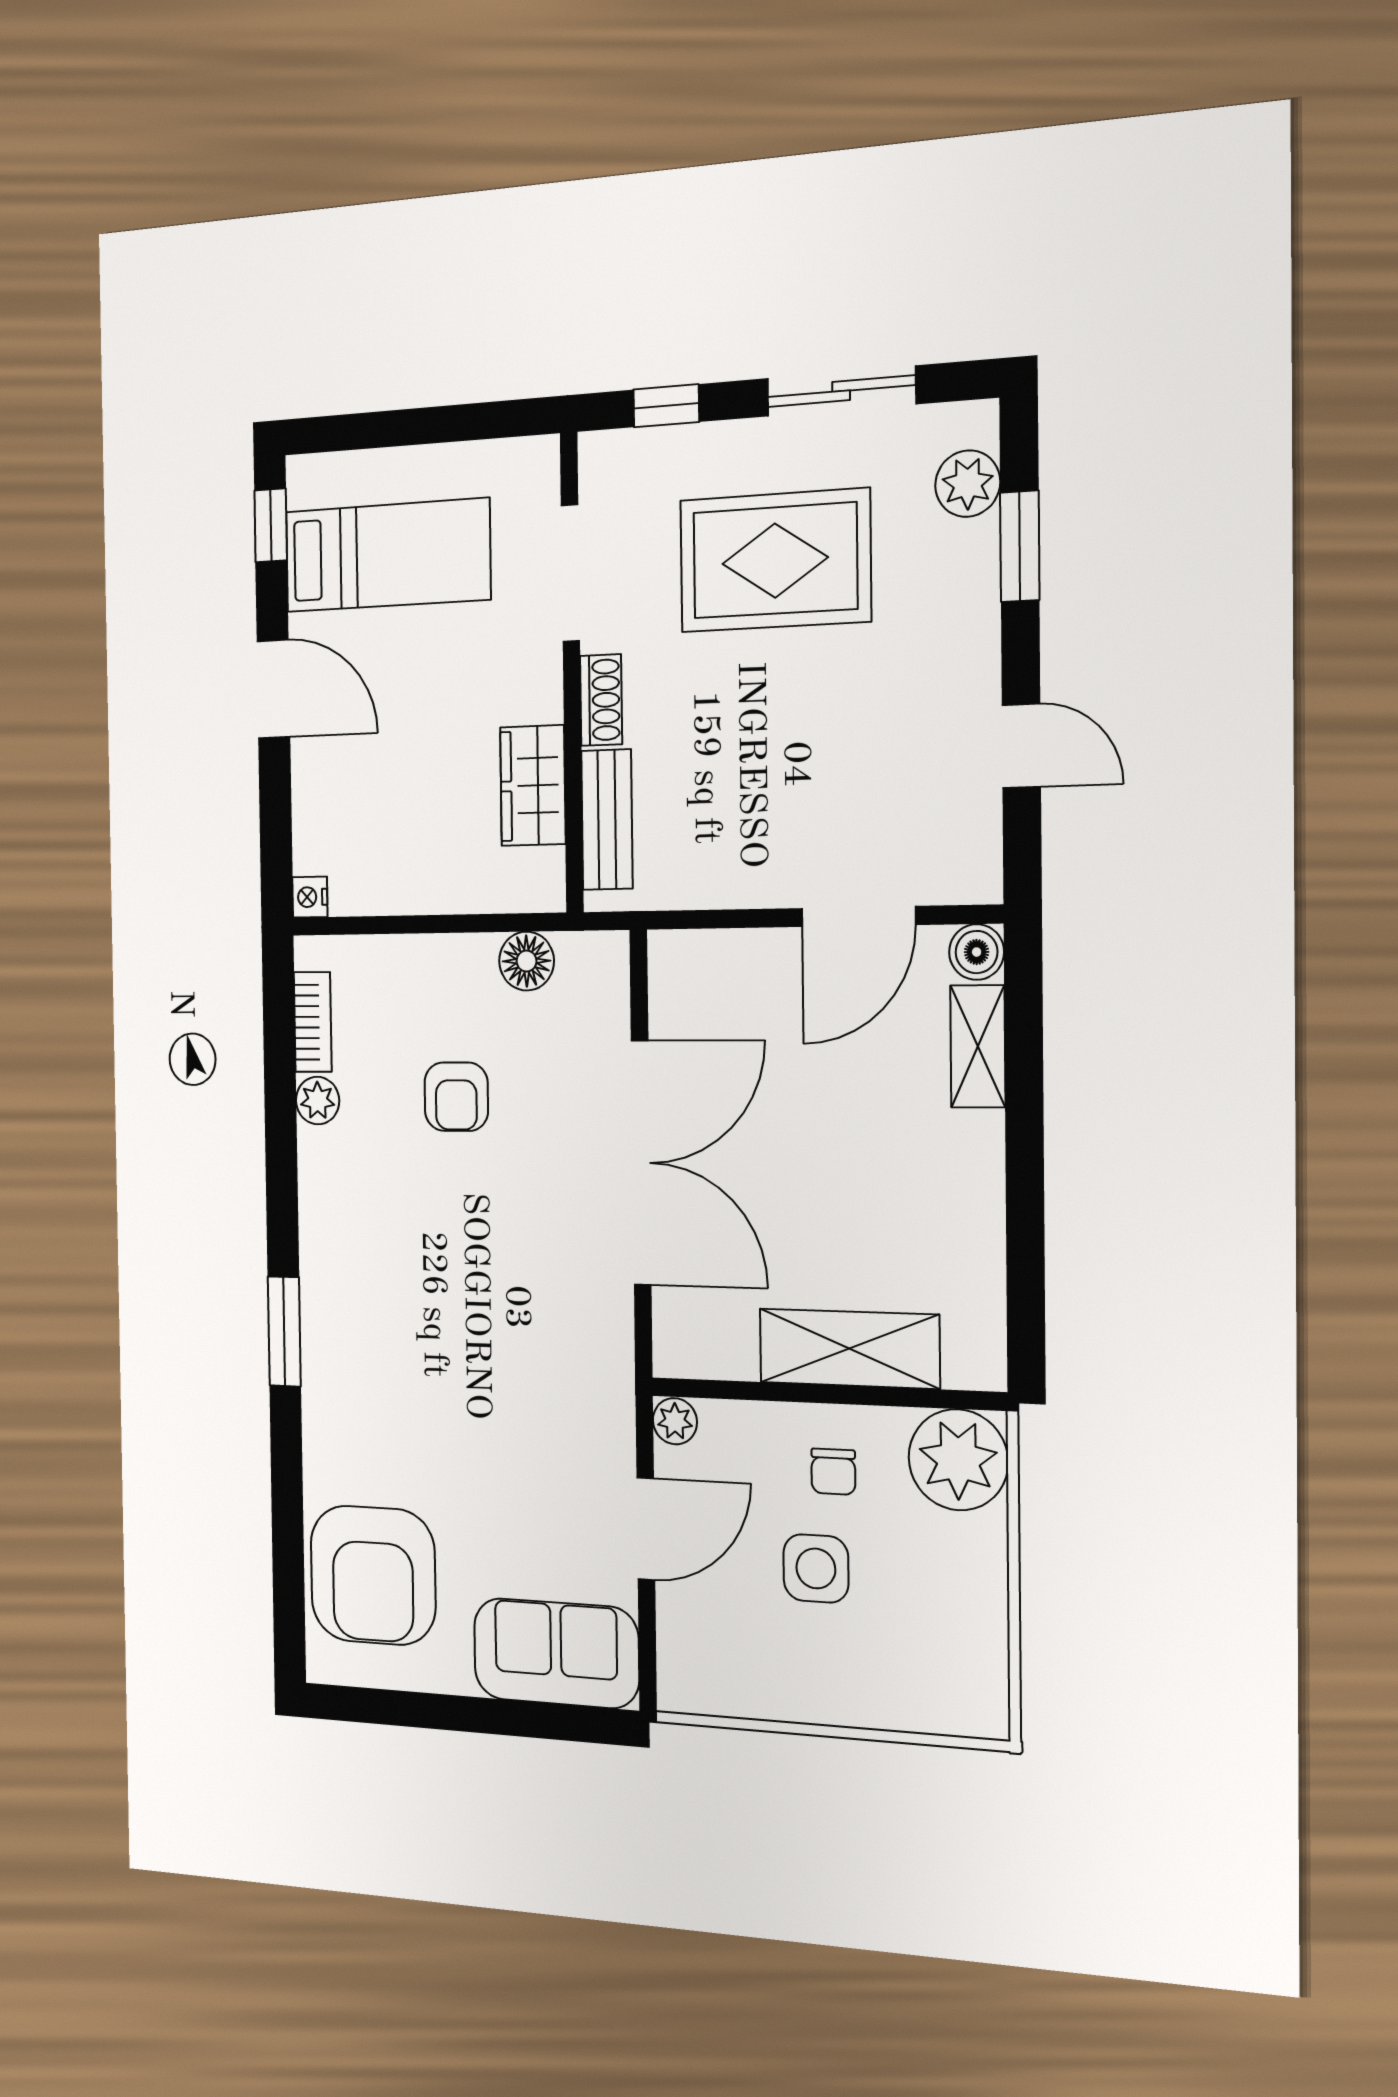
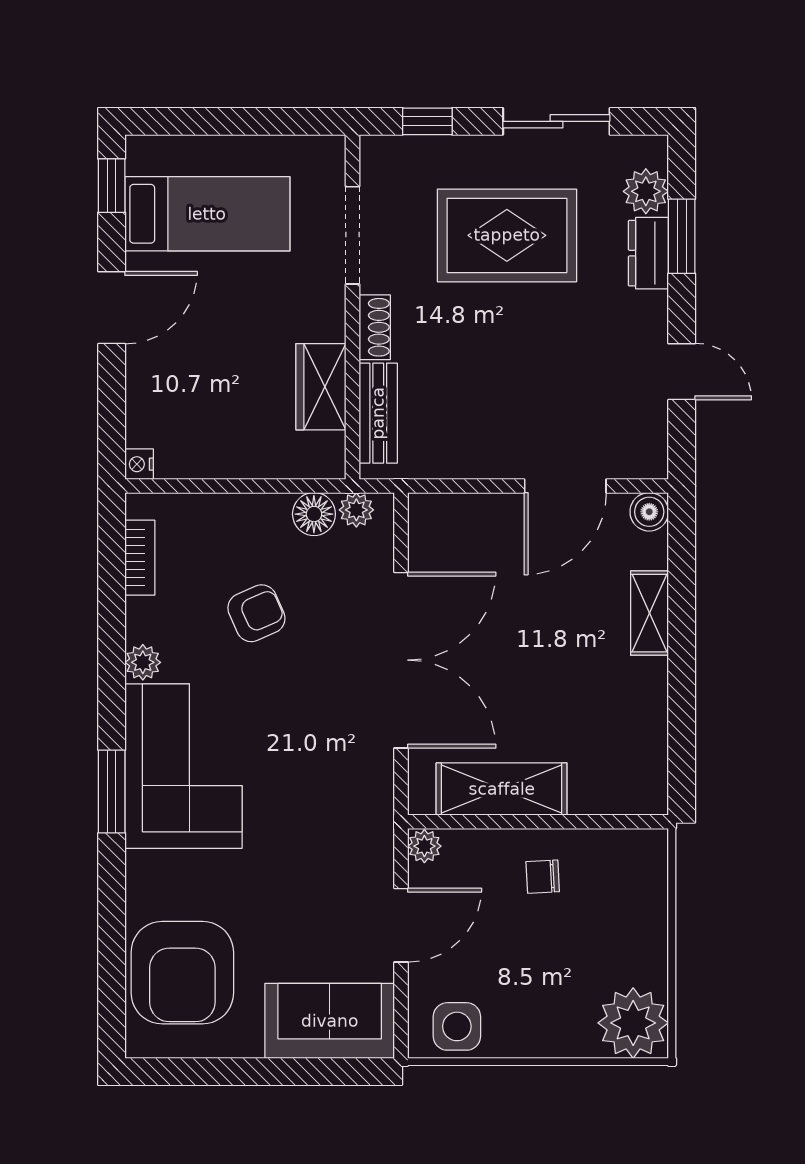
dresser: (972, 574) -> (648, 253), added
door: (273, 689) -> (112, 308), hinge flipped
plant: (581, 955) -> (356, 510), added
shelving: (978, 1046) -> (650, 613), moved
armchair: (456, 1097) -> (256, 613), turned -114
plant: (318, 1101) -> (143, 662), moved
corner sofa: (370, 1301) -> (184, 766), added
shelving: (849, 1349) -> (502, 789), moved
plant: (958, 1460) -> (633, 1023), moved
chair: (833, 1472) -> (543, 877), turned 87
side table: (816, 1568) -> (457, 1026), moved

